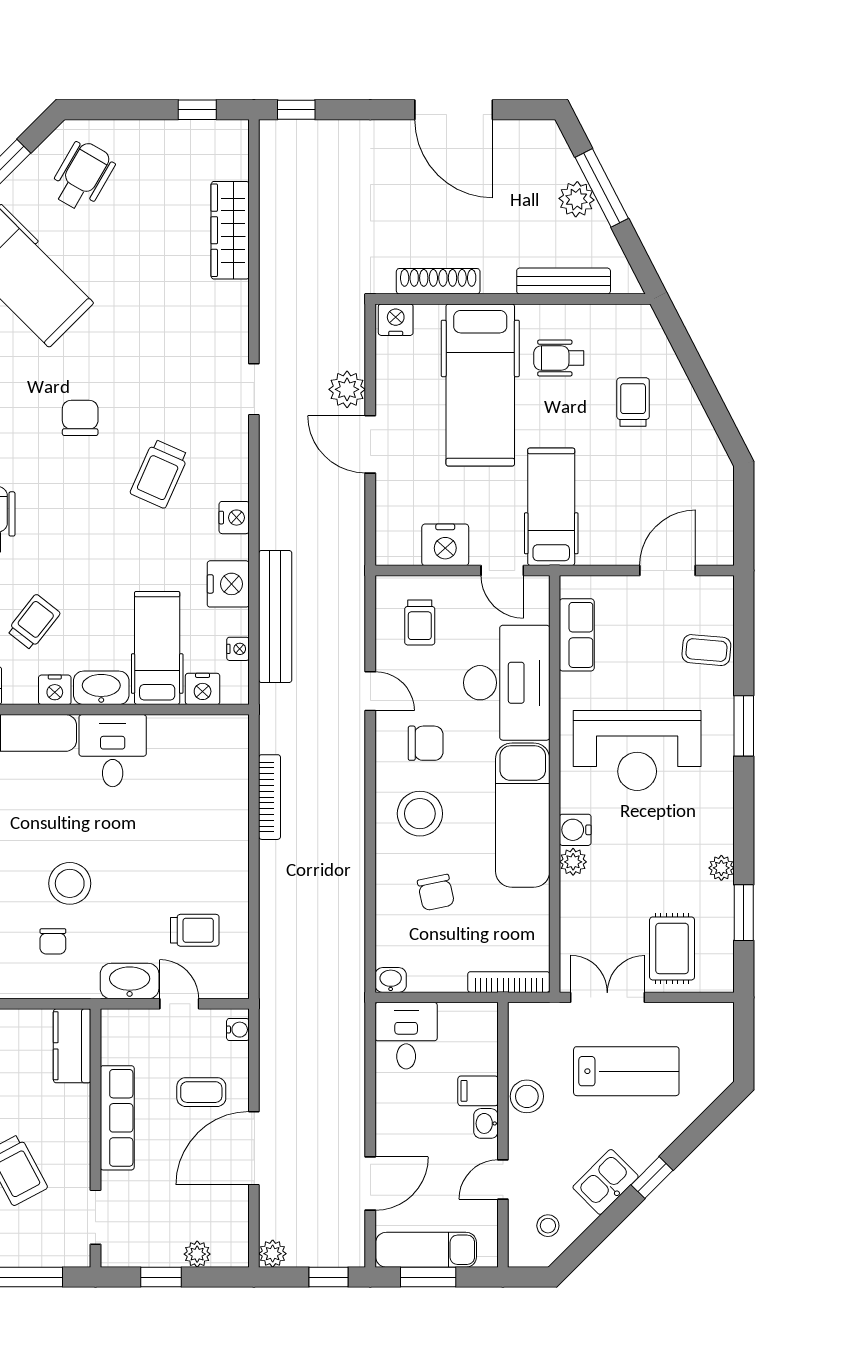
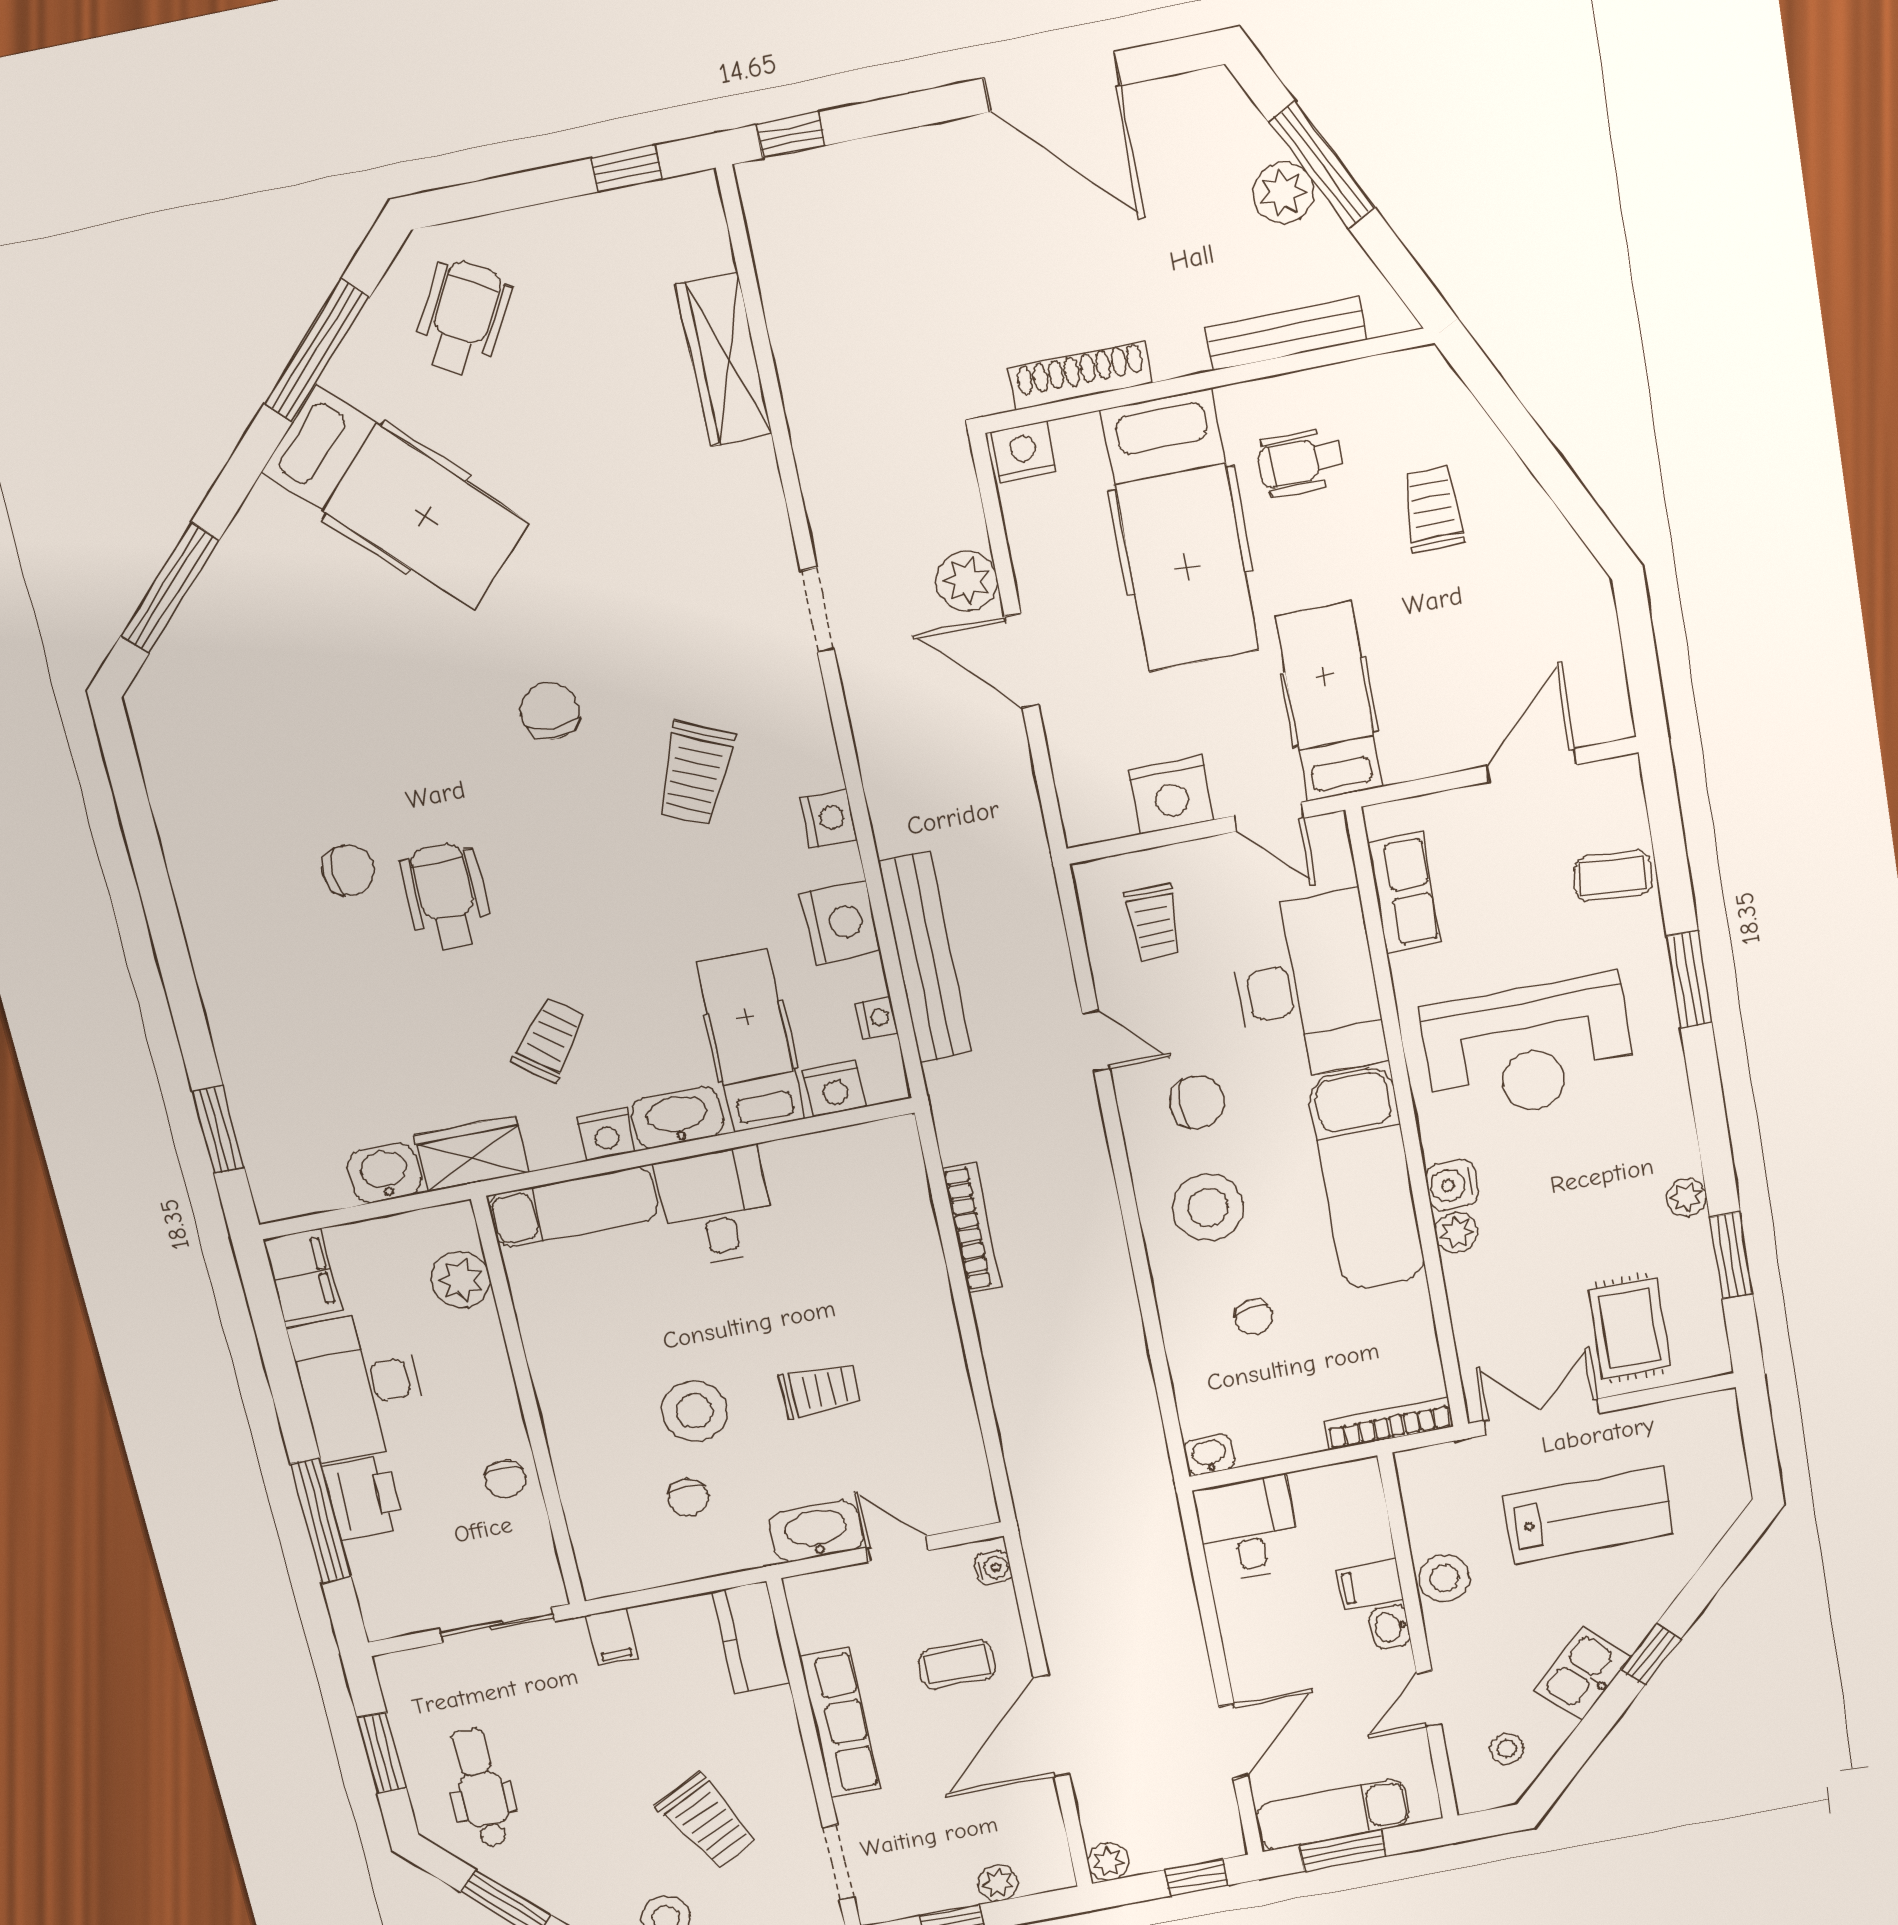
chair: (436, 893) -> (1254, 1317), width x0.73, depth x0.73
trolley: (195, 930) -> (820, 1390), moved

